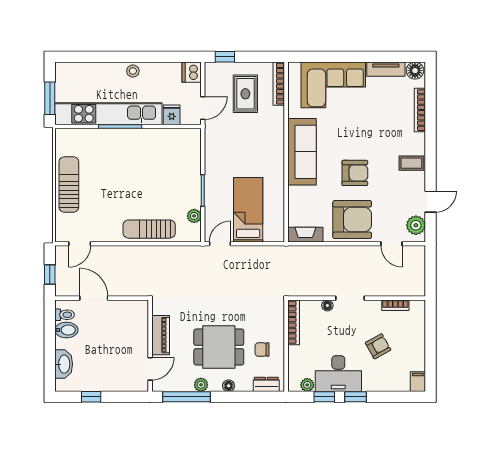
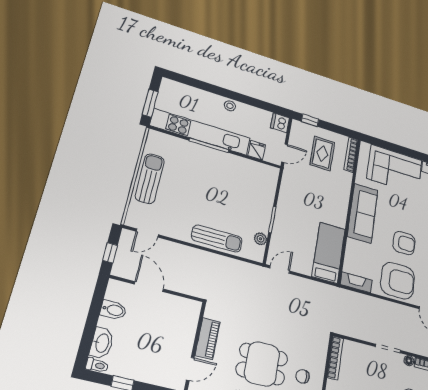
bed: (248, 210) -> (329, 253), moved
sun lounger: (149, 229) -> (217, 239), turned 180
floor lamp: (327, 305) -> (409, 361), moved
toilet: (65, 315) -> (97, 365), moved

